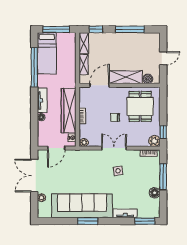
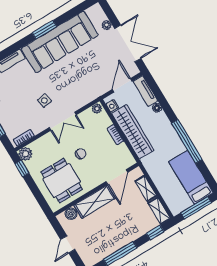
window: (34, 67) -> (187, 141), moved
tv unit: (42, 100) -> (145, 91), moved

